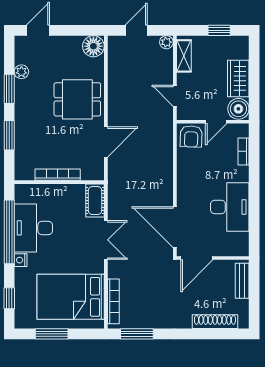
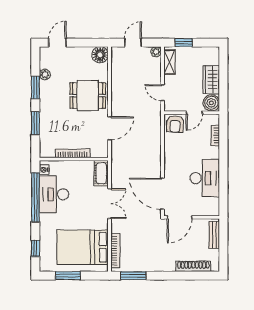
window: (219, 30) -> (184, 43), moved
nightstand: (21, 260) -> (44, 170), moved

